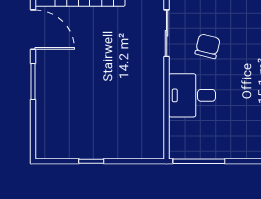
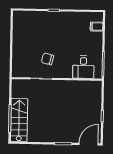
door: (33, 30) -> (89, 144), moved
desk: (192, 95) -> (83, 67), moved

